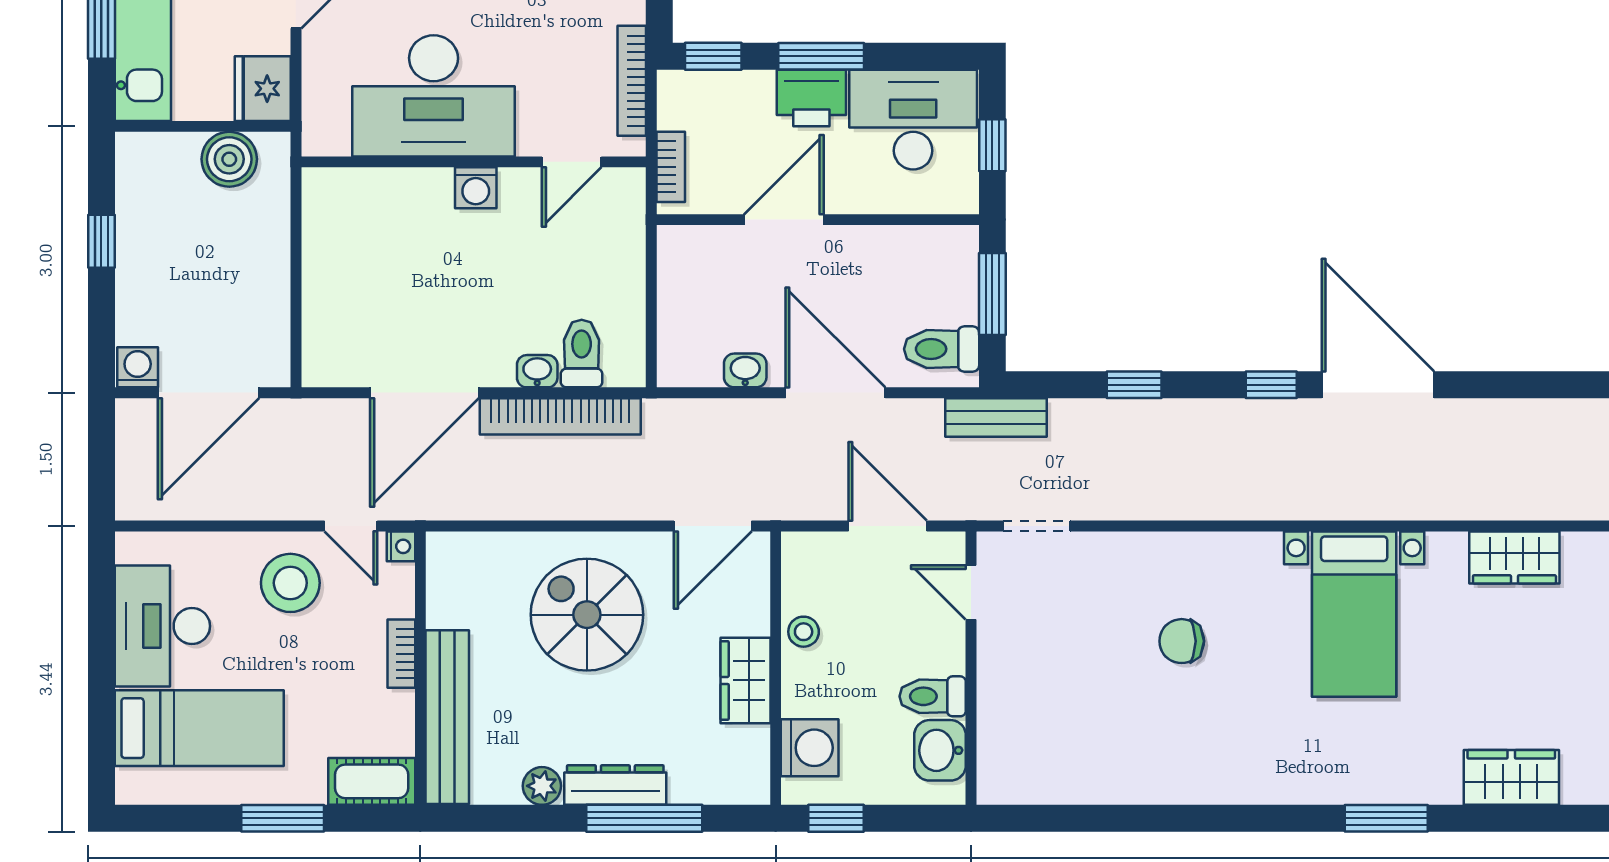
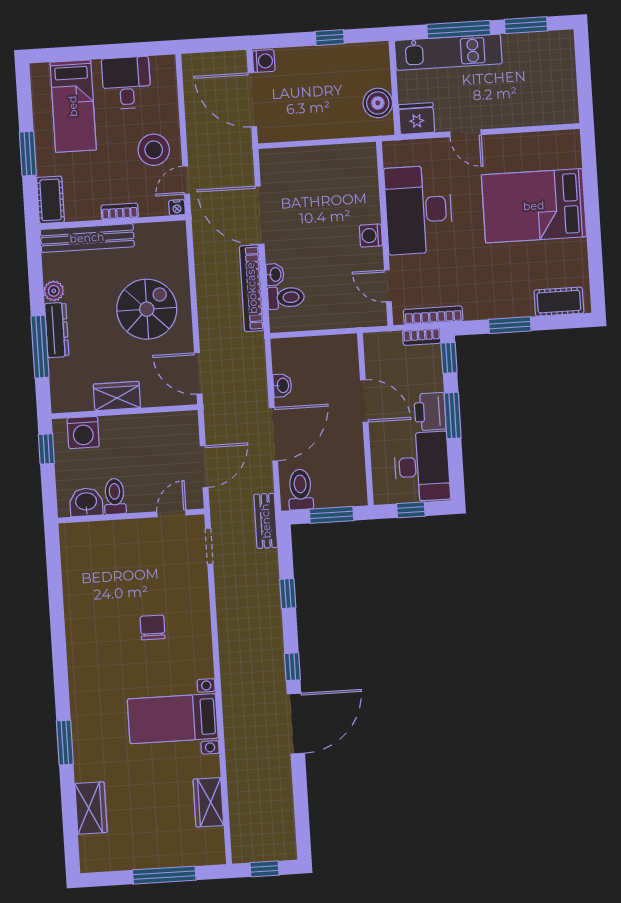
bookcase: (671, 167) -> (422, 337), moved
desk: (162, 626) -> (126, 83), width x0.73
stool: (804, 632) -> (145, 425), removed

